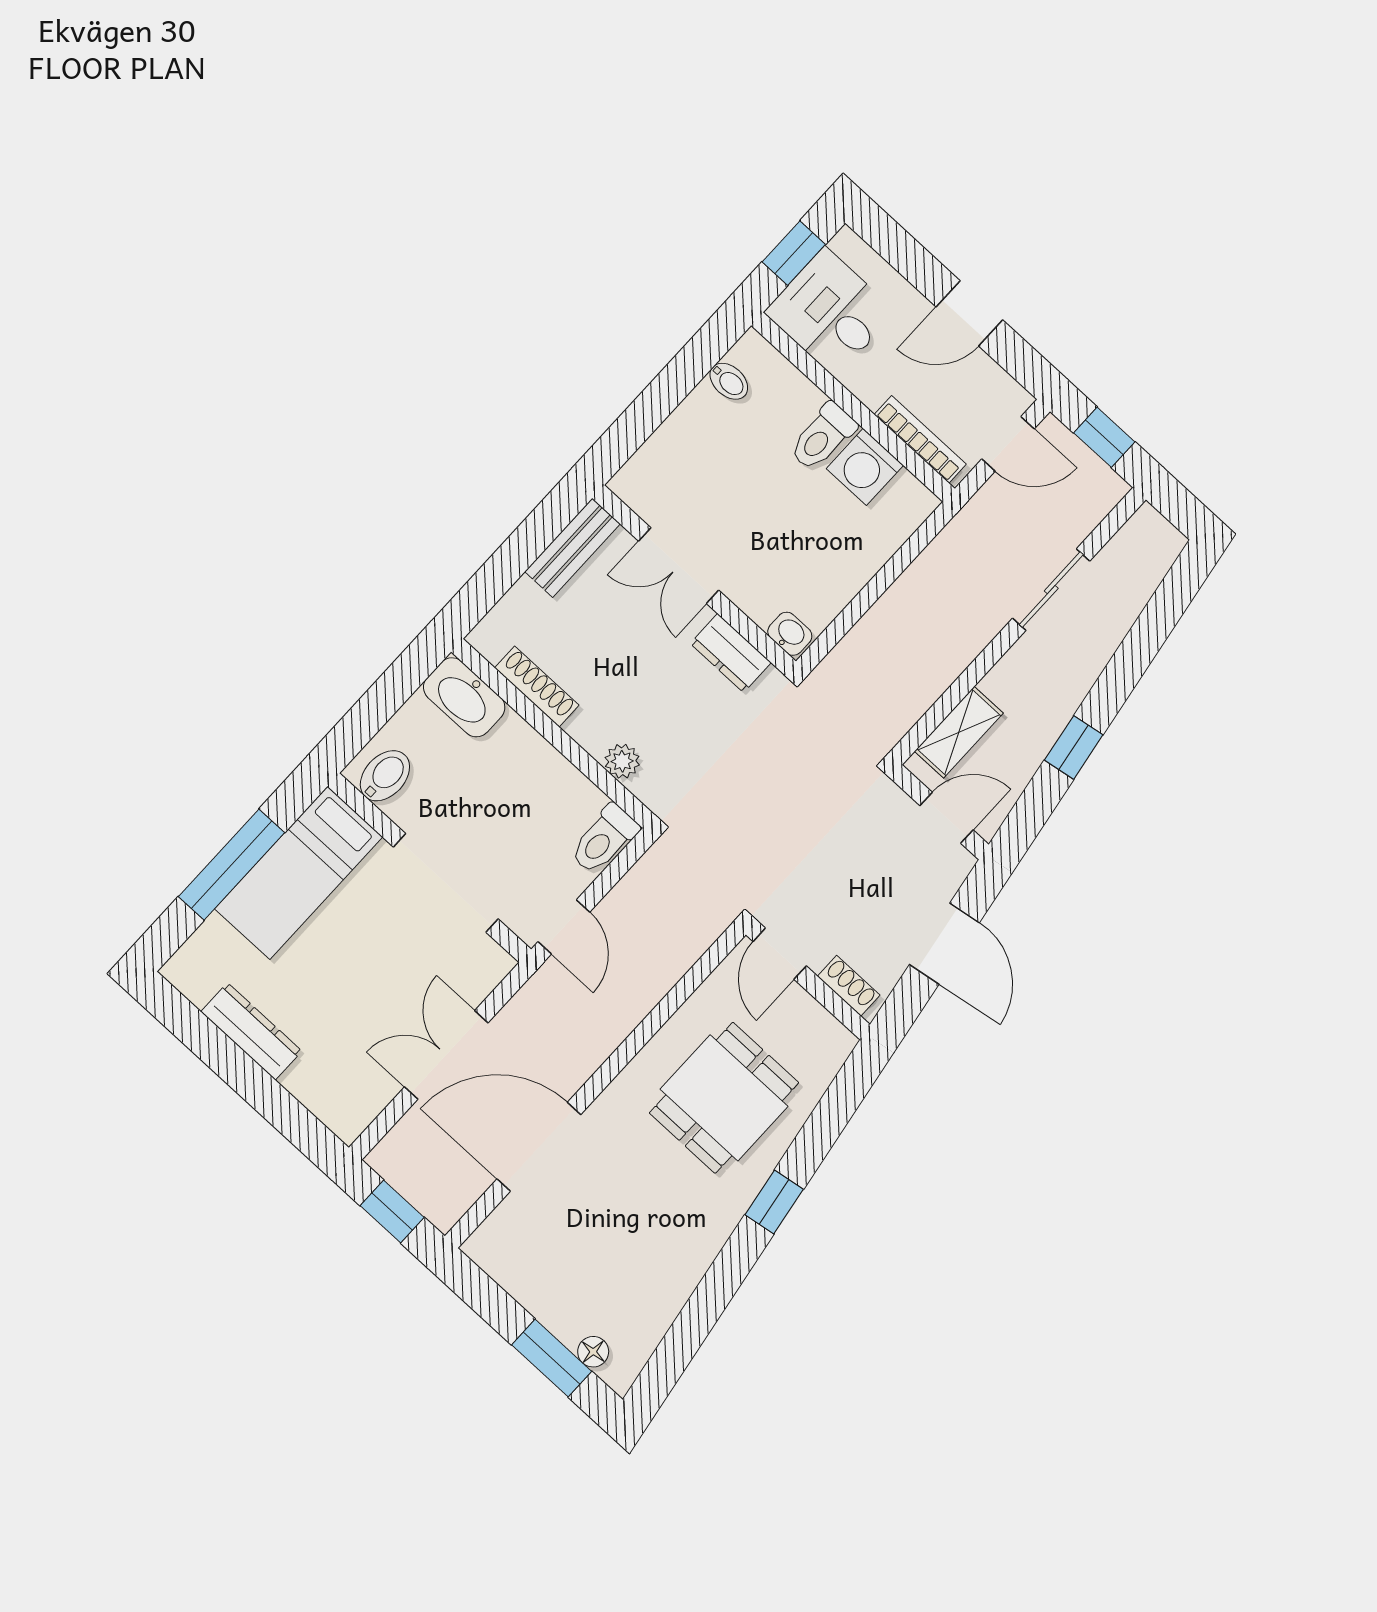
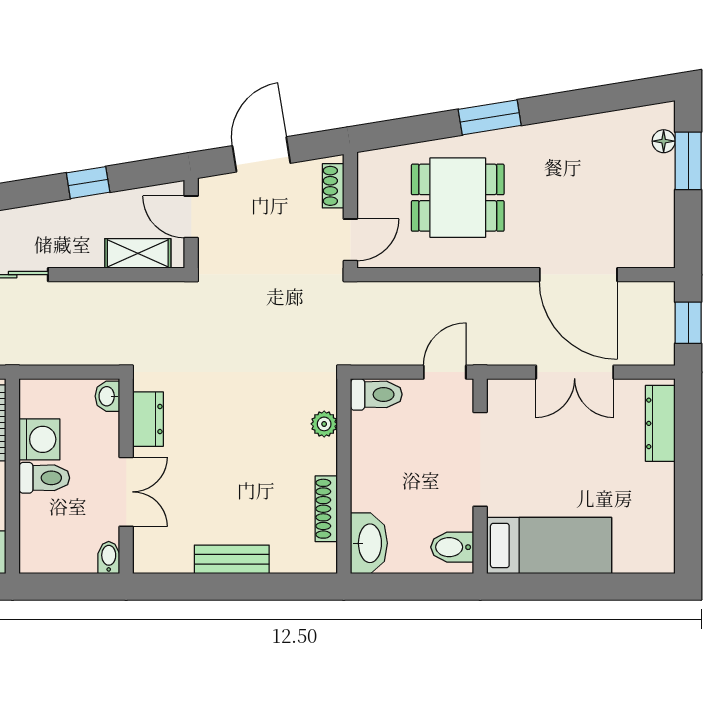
bidet: (729, 381) -> (109, 558), moved
double door: (679, 566) -> (126, 492), moved
wall: (694, 580) -> (126, 476), moved
washbasin: (790, 634) -> (107, 396), moved
dresser: (731, 653) -> (148, 419), moved
window: (232, 865) -> (579, 587), removed
dresser: (251, 1031) -> (660, 423), moved
window: (774, 1202) -> (490, 117), width x1.50

